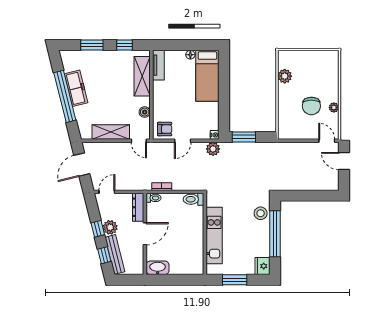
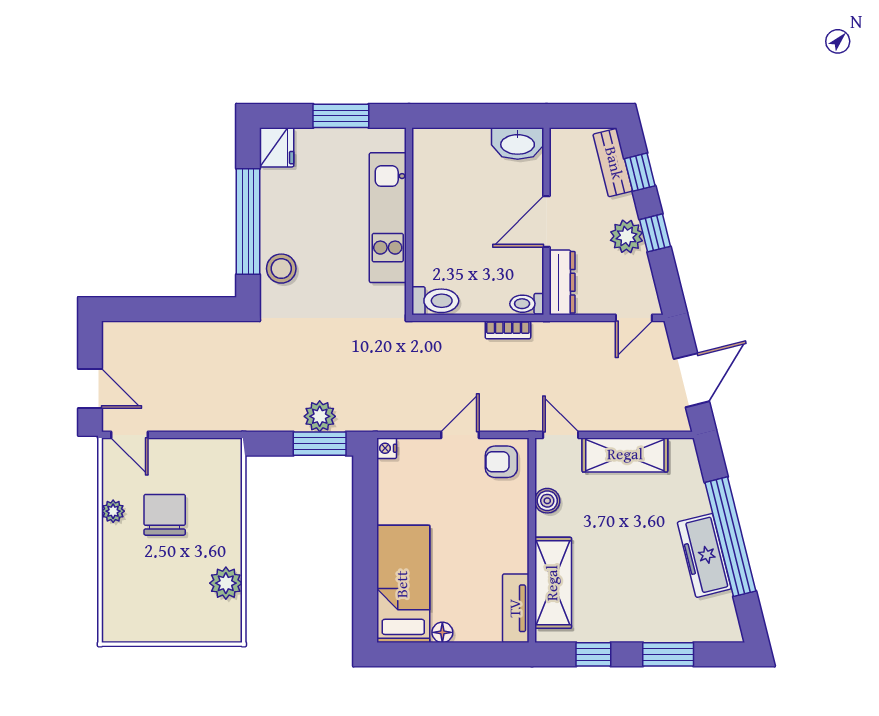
plant: (213, 149) -> (320, 416), moved
bench: (115, 254) -> (613, 163), width x0.73

